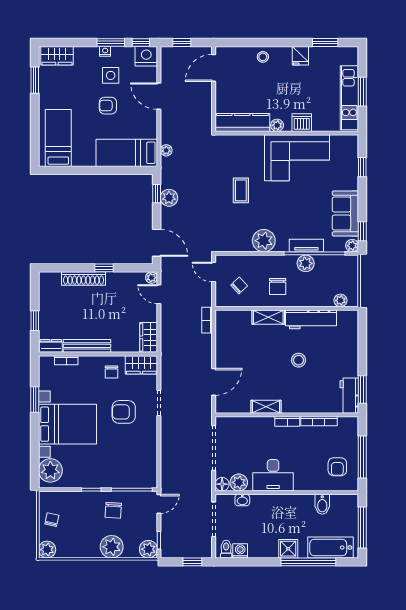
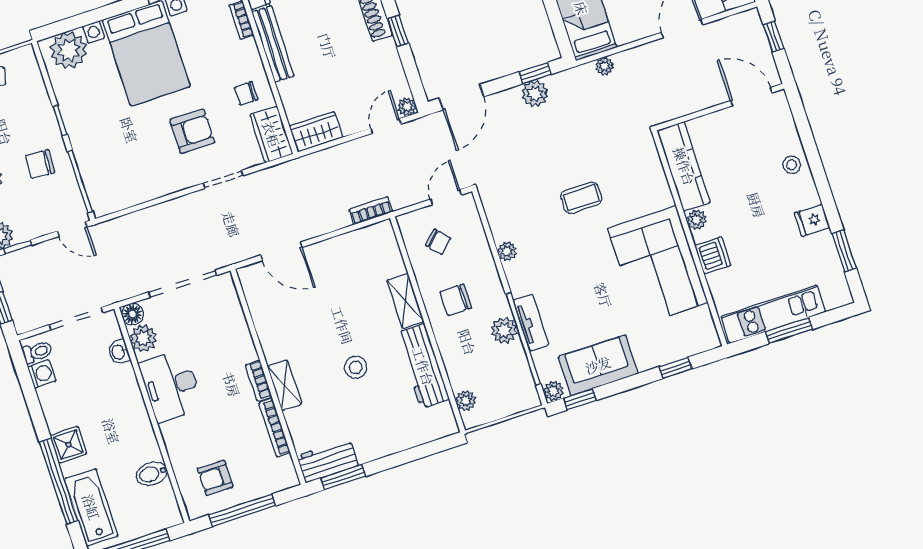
plant: (264, 241) -> (507, 251), width x0.53, depth x0.53
shelving: (266, 407) -> (284, 385), moved
armchair: (124, 412) -> (192, 131), turned 90

